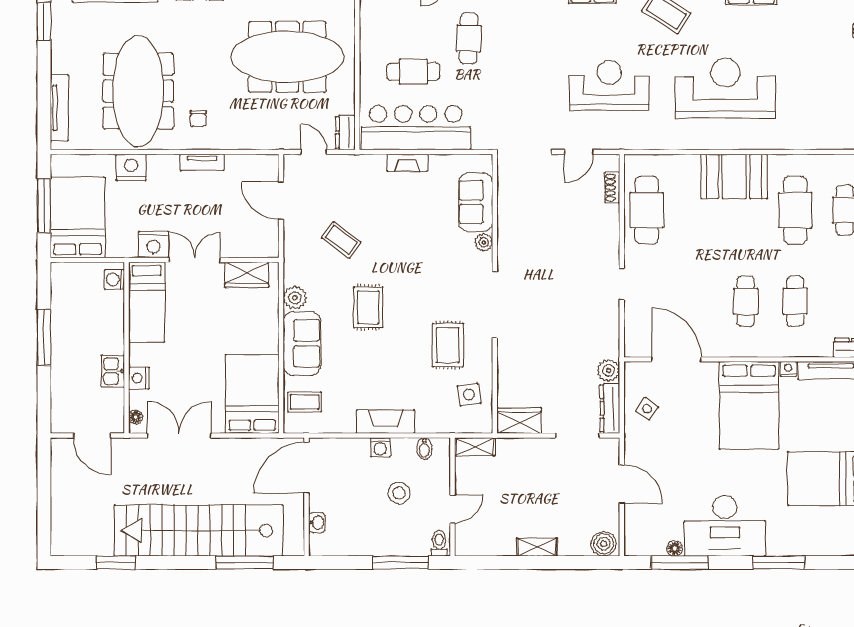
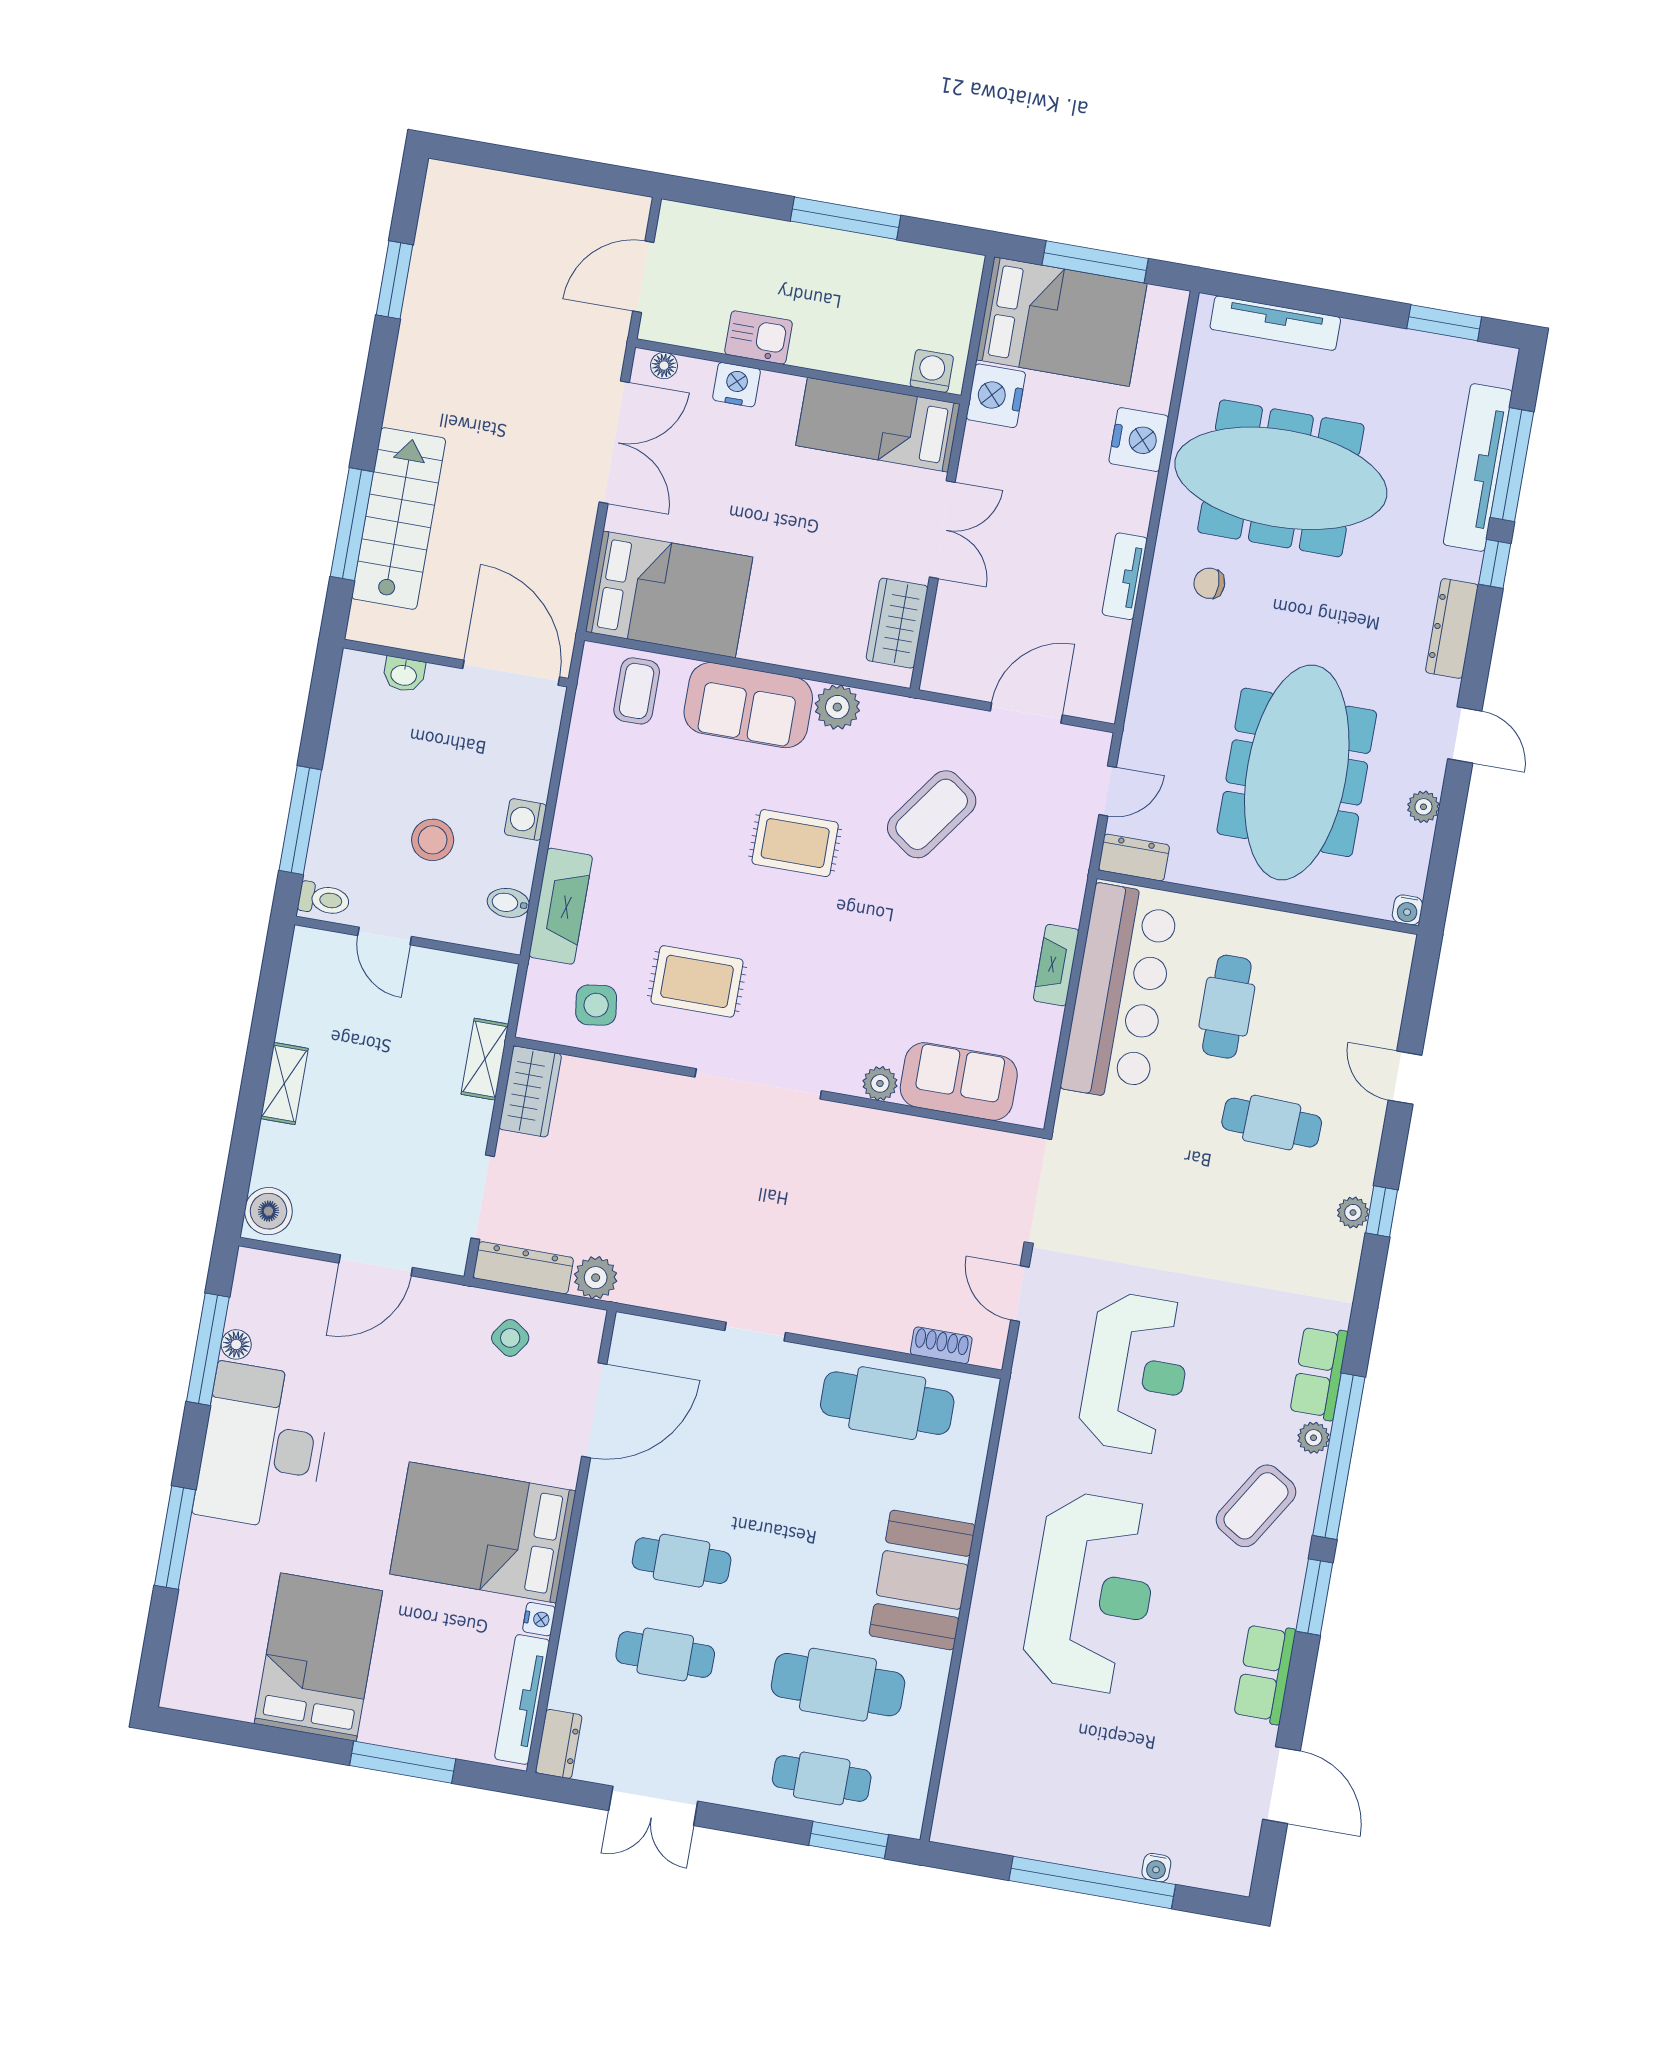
coffee table: (341, 240) -> (932, 814), width x1.36, depth x1.30
nightstand: (154, 244) -> (996, 396), moved
fireplace: (386, 422) -> (561, 906), moved
shelving: (475, 447) -> (485, 1059), moved
stairs: (199, 530) -> (399, 518), width x0.54, depth x0.66

